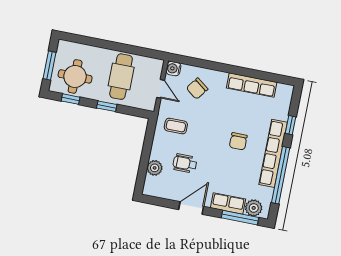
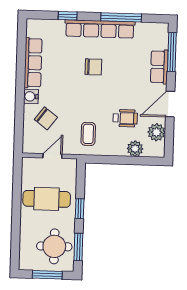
water cooler: (173, 69) -> (31, 96), moved, turned 90
window: (71, 99) -> (78, 247), width x1.50
wheelchair: (185, 163) -> (125, 118), turned -90
window: (281, 175) -> (121, 17), width x0.68
door: (191, 208) -> (170, 104), hinge flipped
plant: (254, 208) -> (157, 132), moved

